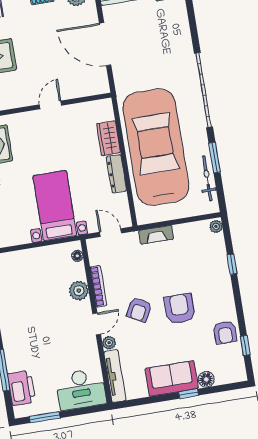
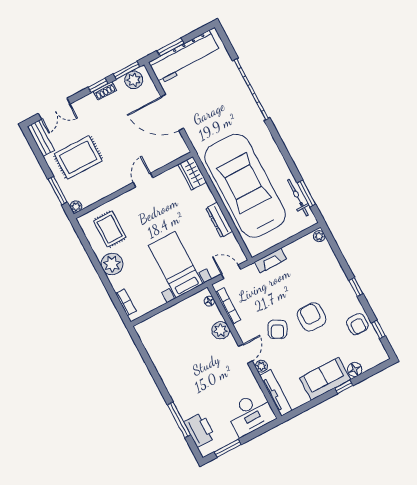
garage door: (203, 90) -> (251, 89), moved
wardrobe: (108, 138) -> (192, 173), moved
window: (215, 158) -> (306, 193), moved
window: (232, 264) -> (356, 287), moved
bookcase: (98, 286) -> (228, 306), moved

